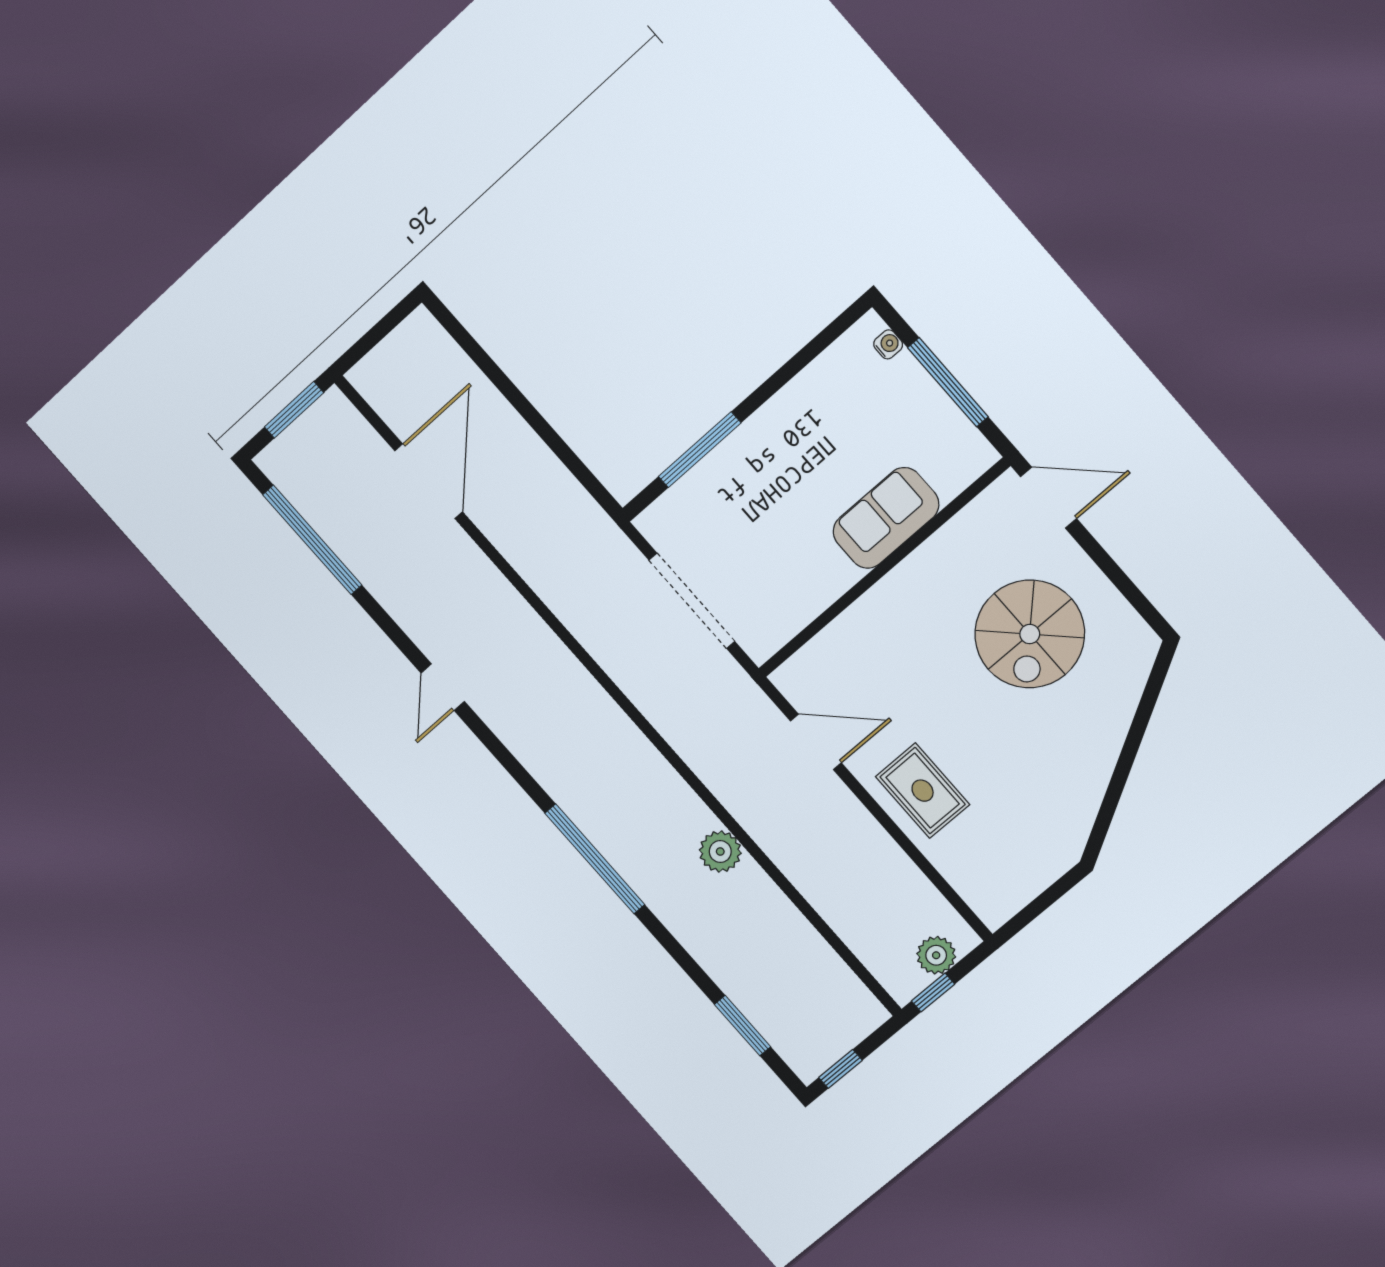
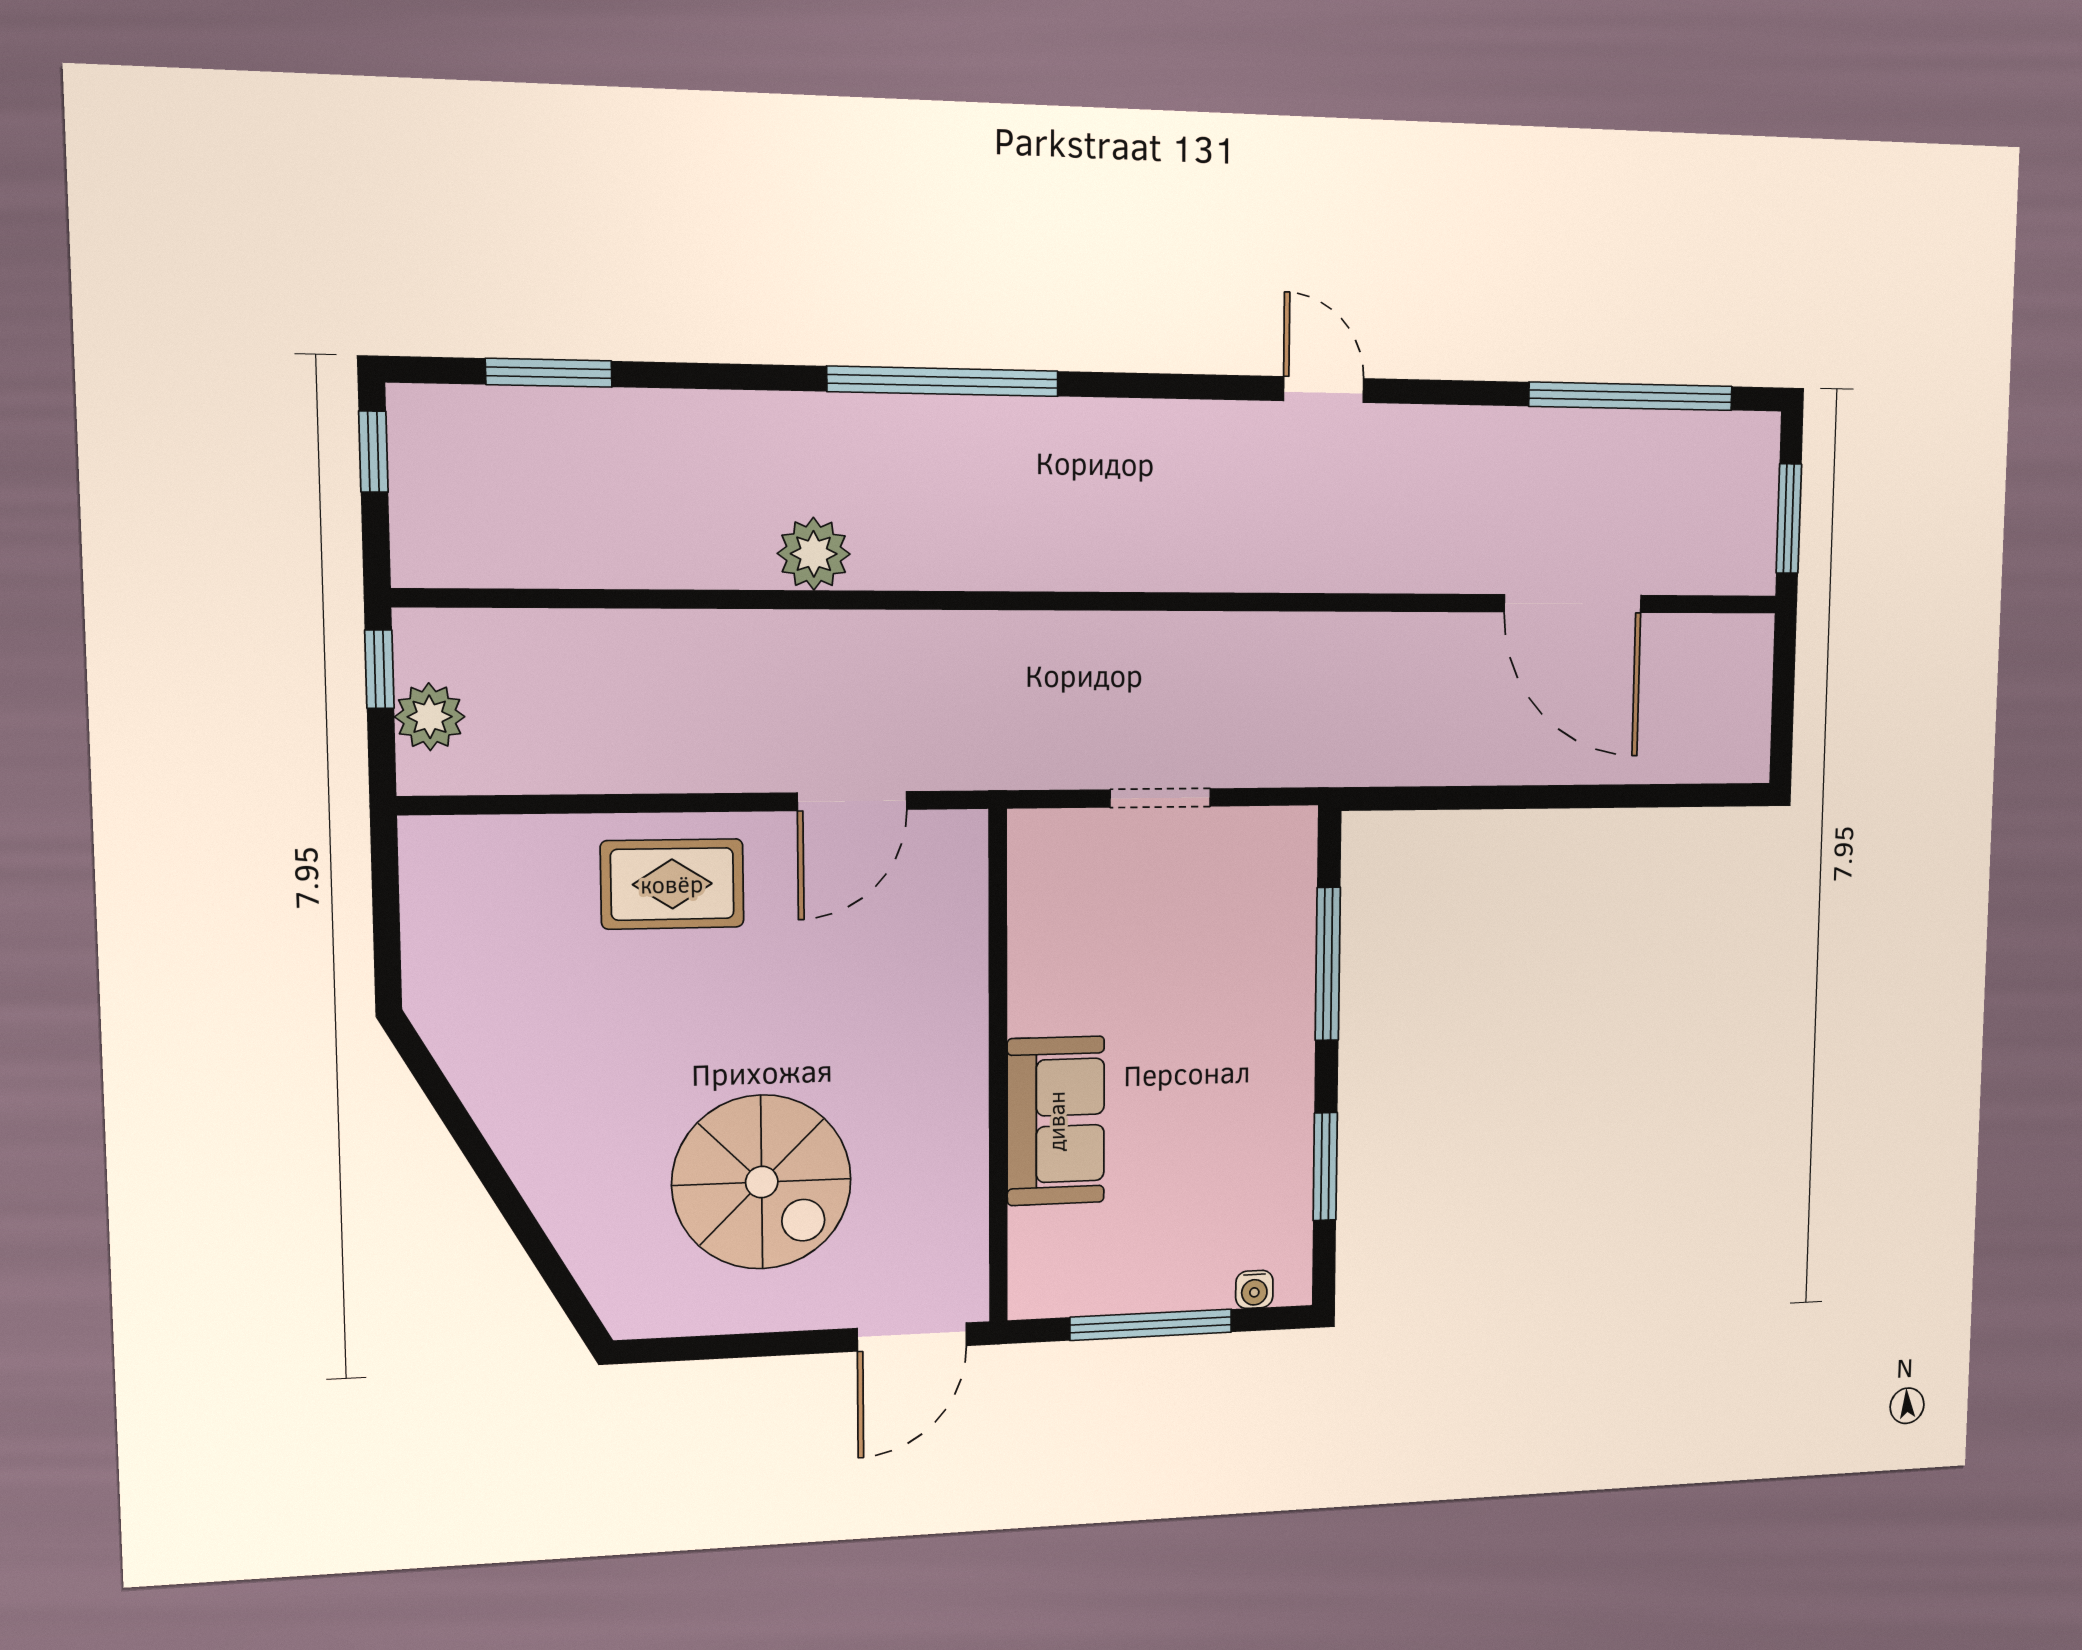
window: (798, 362) -> (1325, 1167), added
doorway: (692, 601) -> (1160, 798), width x0.53
spiral stairs: (1030, 634) -> (762, 1182), turned 180

